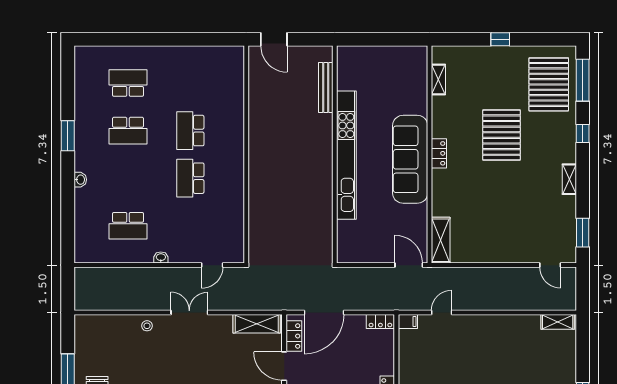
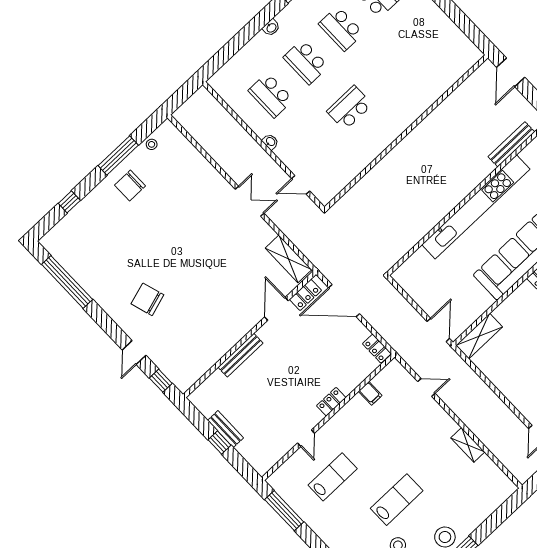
school desk: (190, 131) -> (306, 62), moved, turned -90
filing cabinet: (408, 322) -> (370, 393), moved
shelving: (558, 322) -> (468, 445), moved
stool: (147, 326) -> (152, 144), moved

